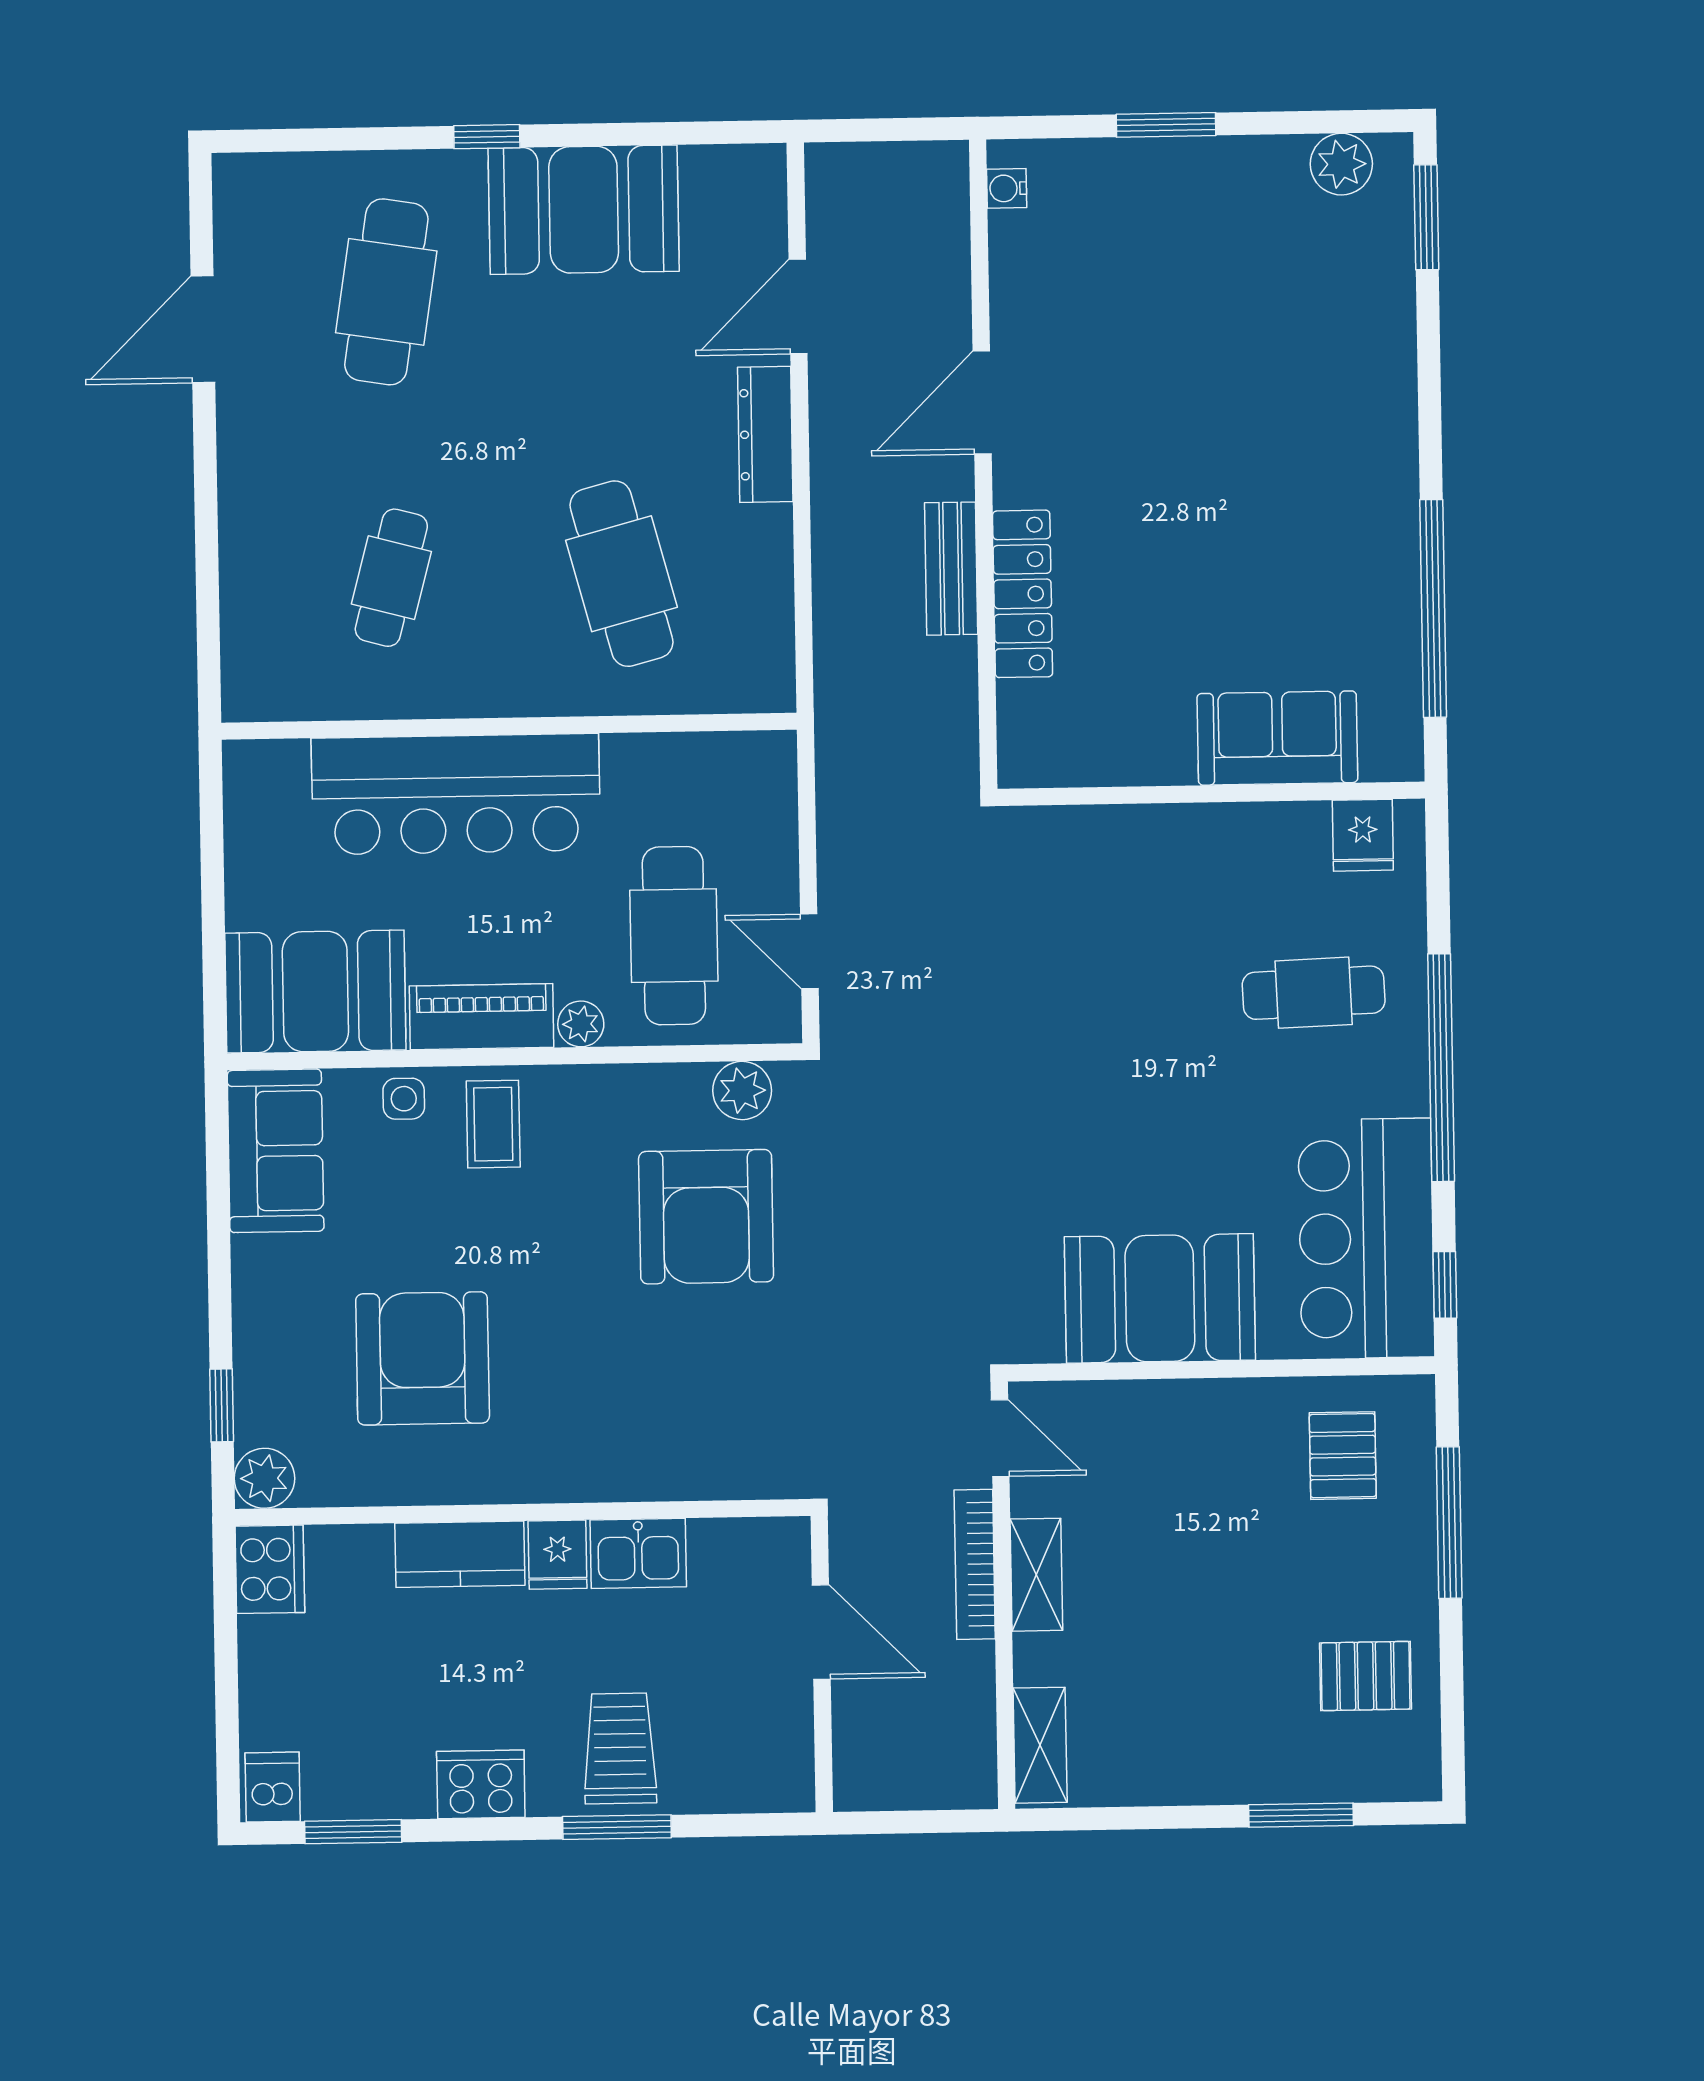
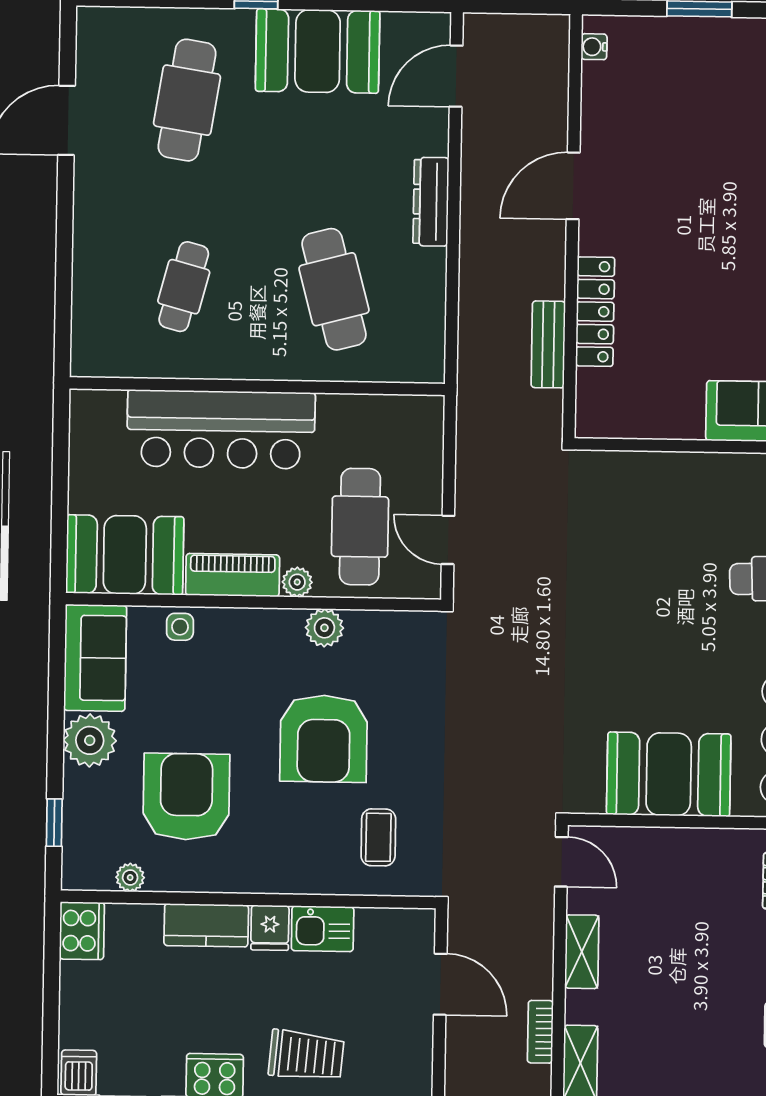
door: (798, 307) -> (456, 76), moved
bench: (951, 569) -> (548, 344), moved
plant: (742, 1091) -> (324, 628), moved
coffee table: (493, 1124) -> (378, 837), moved
armchair: (706, 1217) -> (324, 739), moved
plant: (272, 1277) -> (90, 740), added
plant: (264, 1478) -> (130, 877), moved, width x0.73, depth x0.73
bookcase: (975, 1564) -> (540, 1032), moved, width x0.64
trolley: (620, 1748) -> (306, 1056), turned 95

